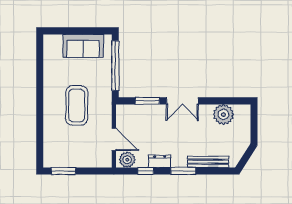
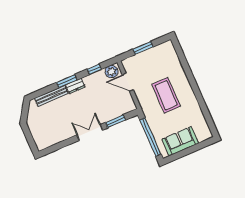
plant: (223, 114) -> (55, 136), removed
dresser: (160, 161) -> (75, 86), moved
window: (64, 171) -> (143, 48), moved

